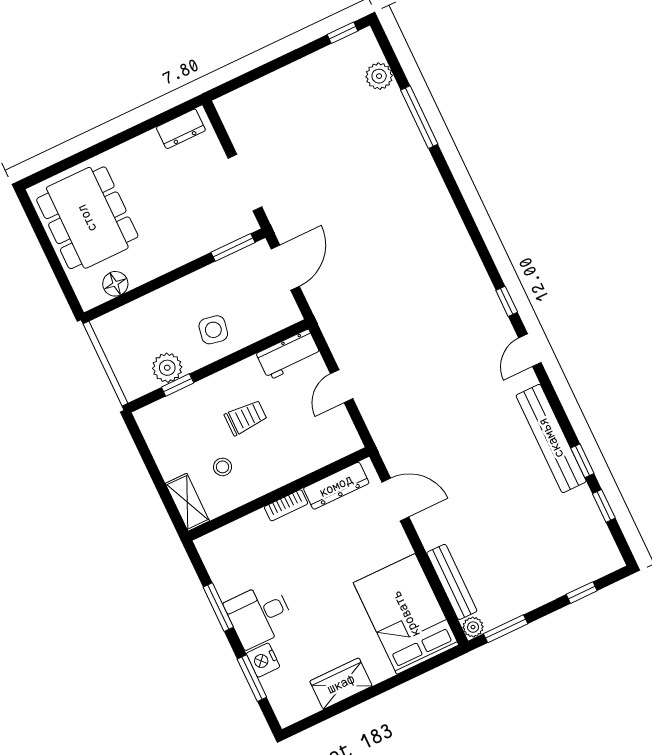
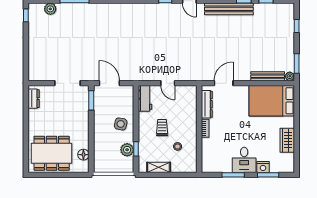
shelving: (187, 502) -> (159, 167), moved

